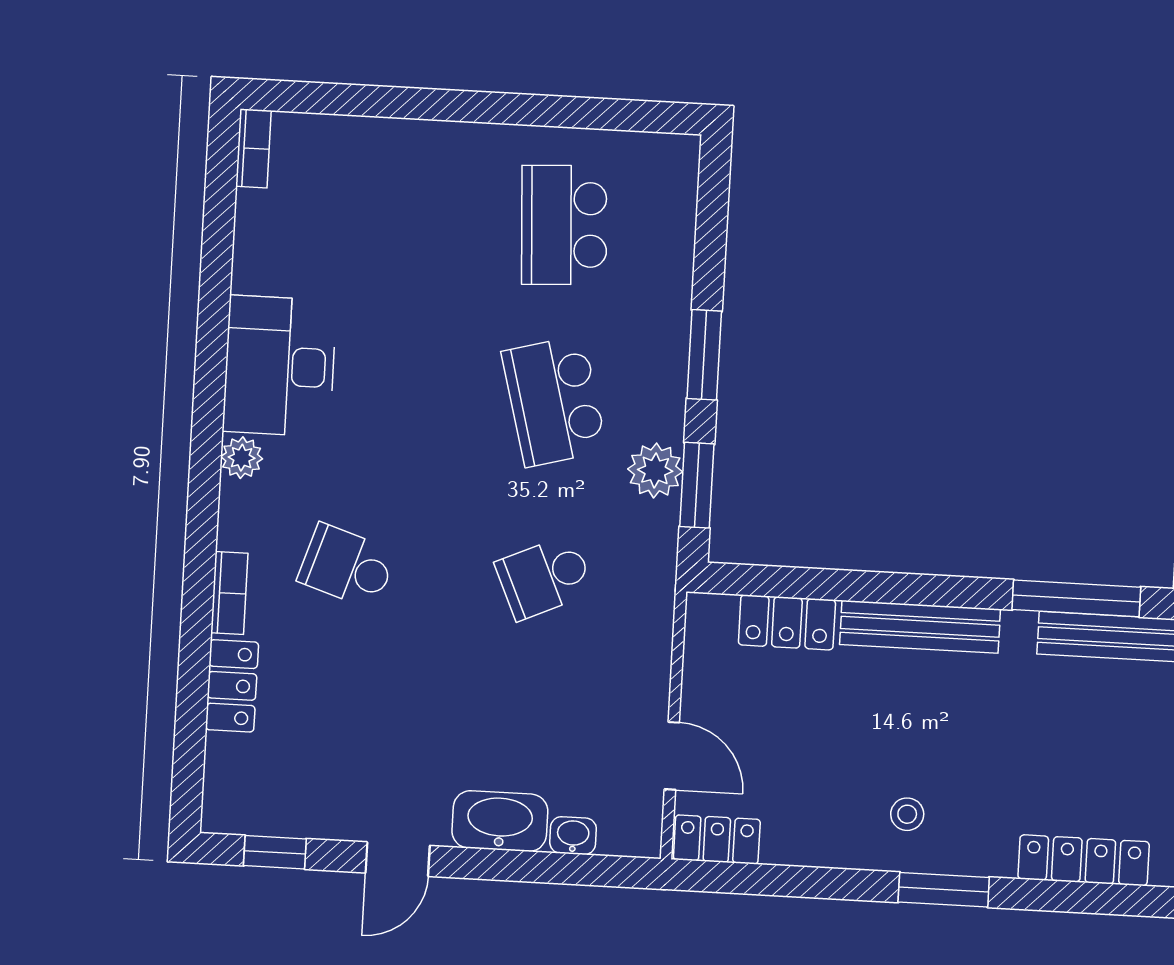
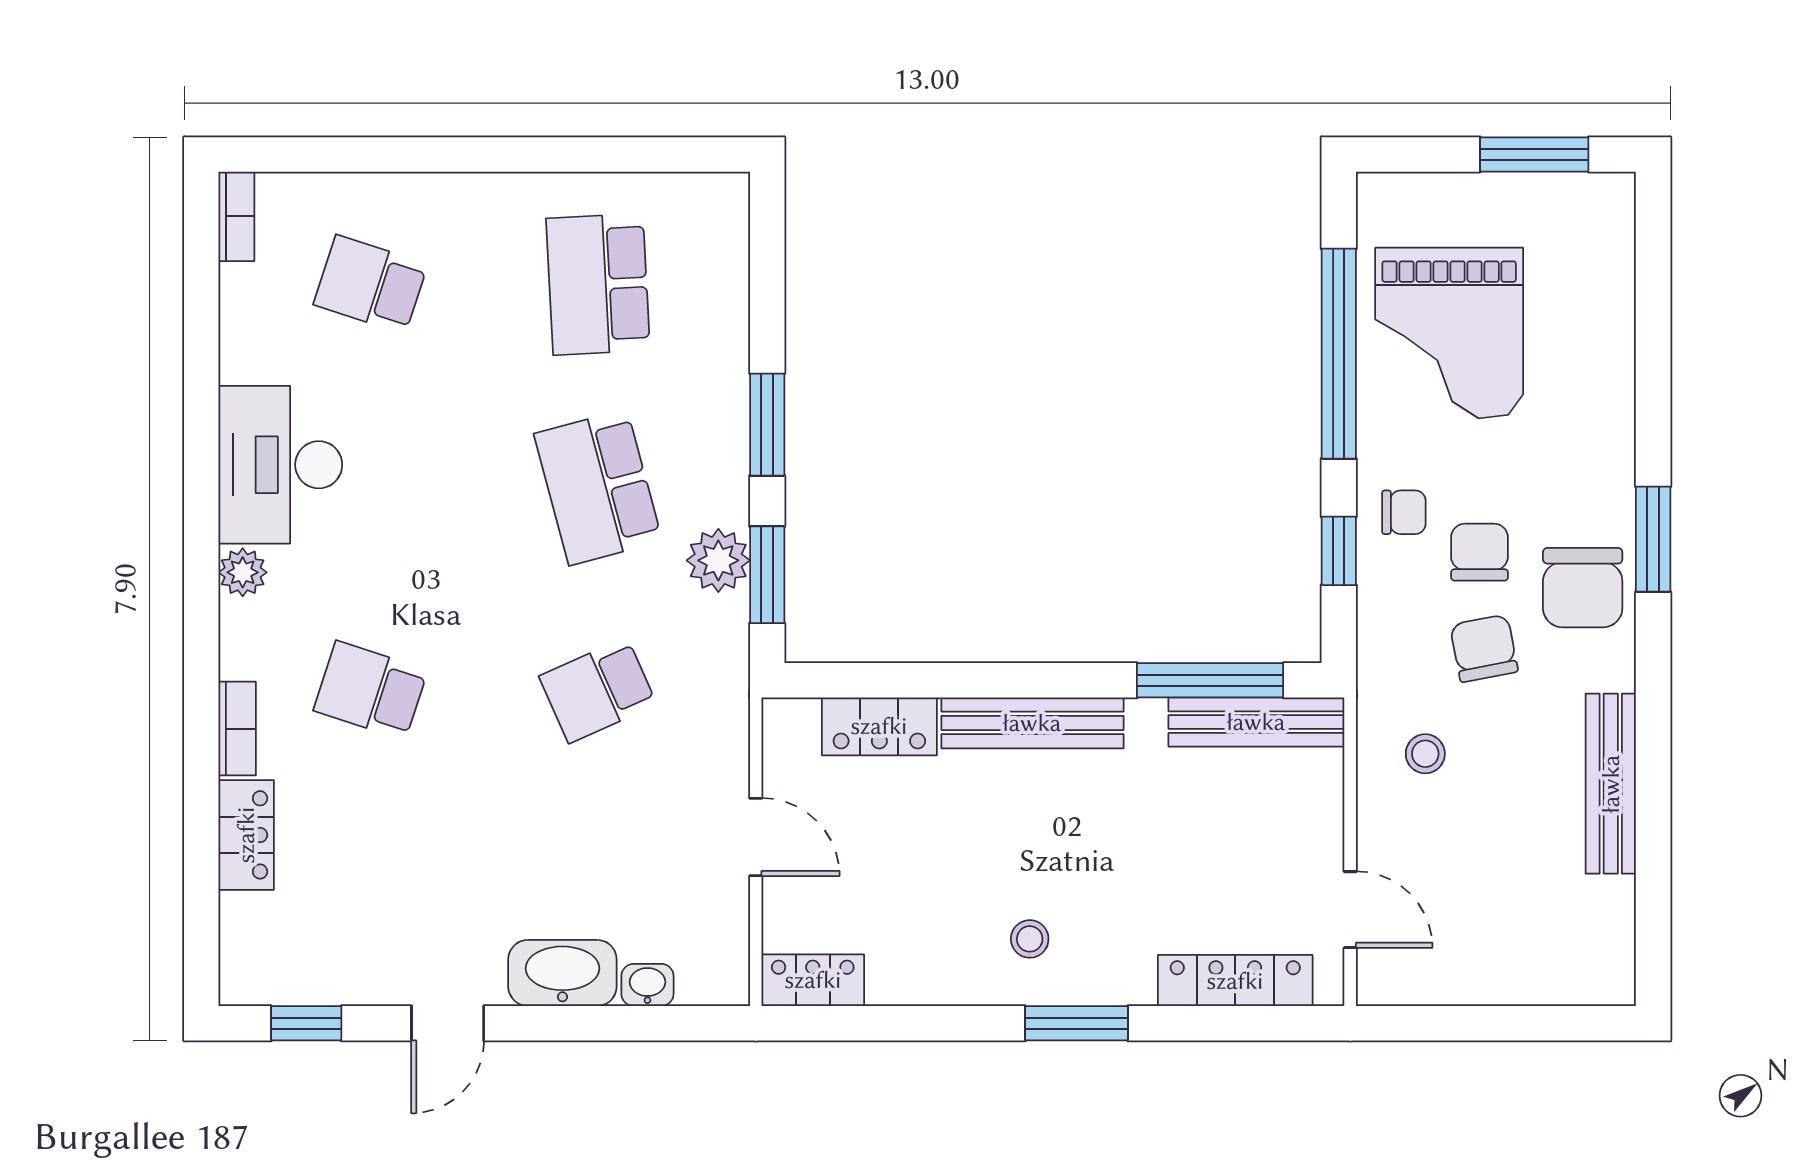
school desk: (367, 214) -> (371, 284), added
door: (672, 756) -> (756, 837), moved

